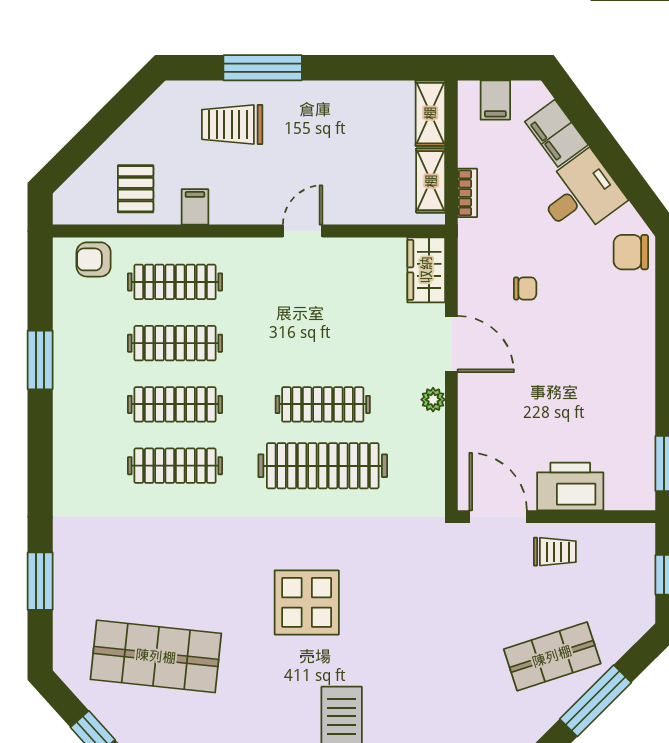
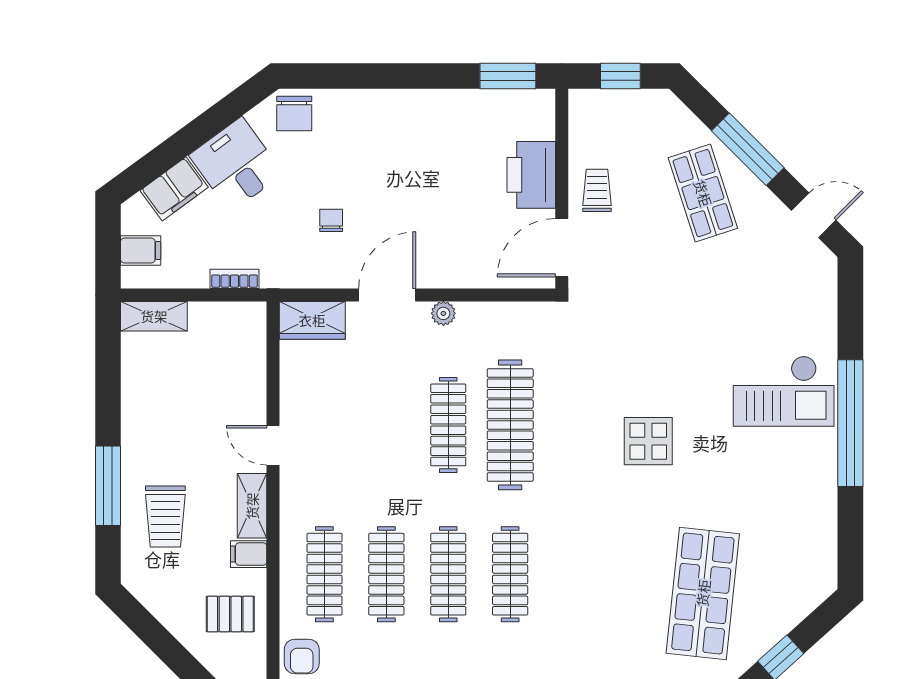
shelving: (431, 181) -> (252, 506), moved, turned 90
display table: (307, 602) -> (648, 441), width x0.73, depth x0.73

